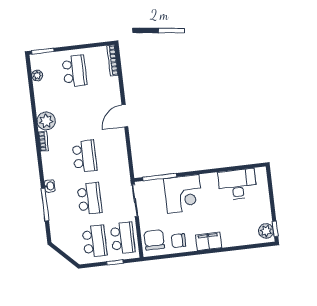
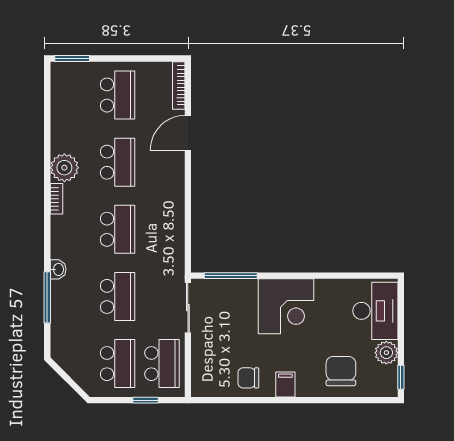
plant: (37, 75) -> (59, 95), removed
school desk: (79, 114) -> (118, 162), added
door: (125, 116) -> (188, 133), moved
desk: (237, 184) -> (375, 311), moved, turned 90
corner desk: (183, 194) -> (286, 306), moved
plant: (266, 231) -> (386, 353), moved
chair: (154, 240) -> (341, 371), moved
filing cabinet: (208, 241) -> (285, 384), width x0.50

